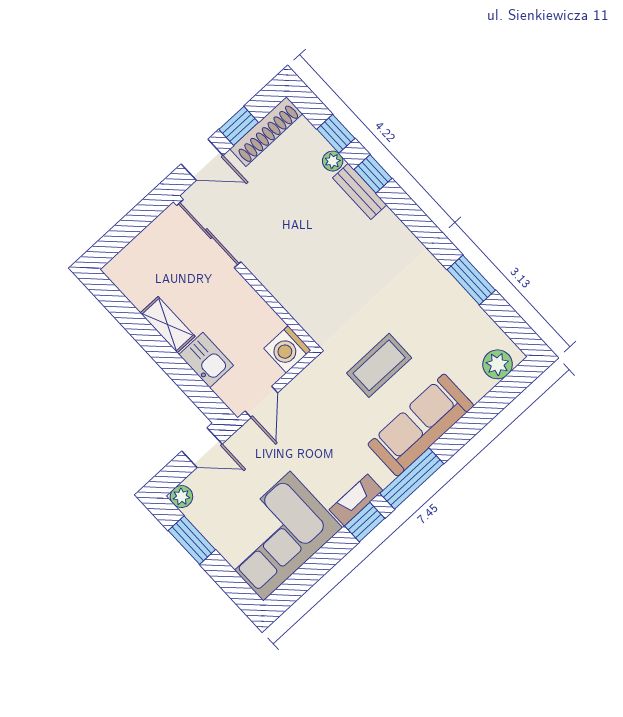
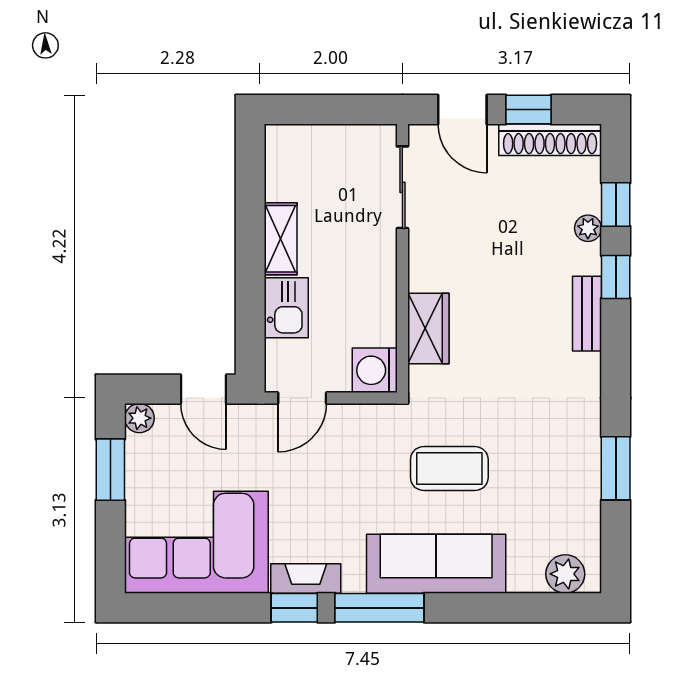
bench: (360, 191) -> (587, 314), moved
sliding door: (209, 234) -> (402, 187), width x0.73
wardrobe: (296, 299) -> (428, 328), added

